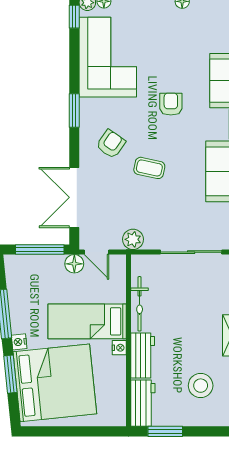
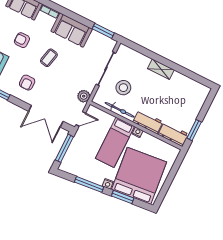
armchair: (111, 144) -> (27, 83), turned -125
coffee table: (149, 168) -> (49, 58), moved
floor lamp: (74, 264) -> (81, 134), removed
stool: (201, 386) -> (123, 88), moved

